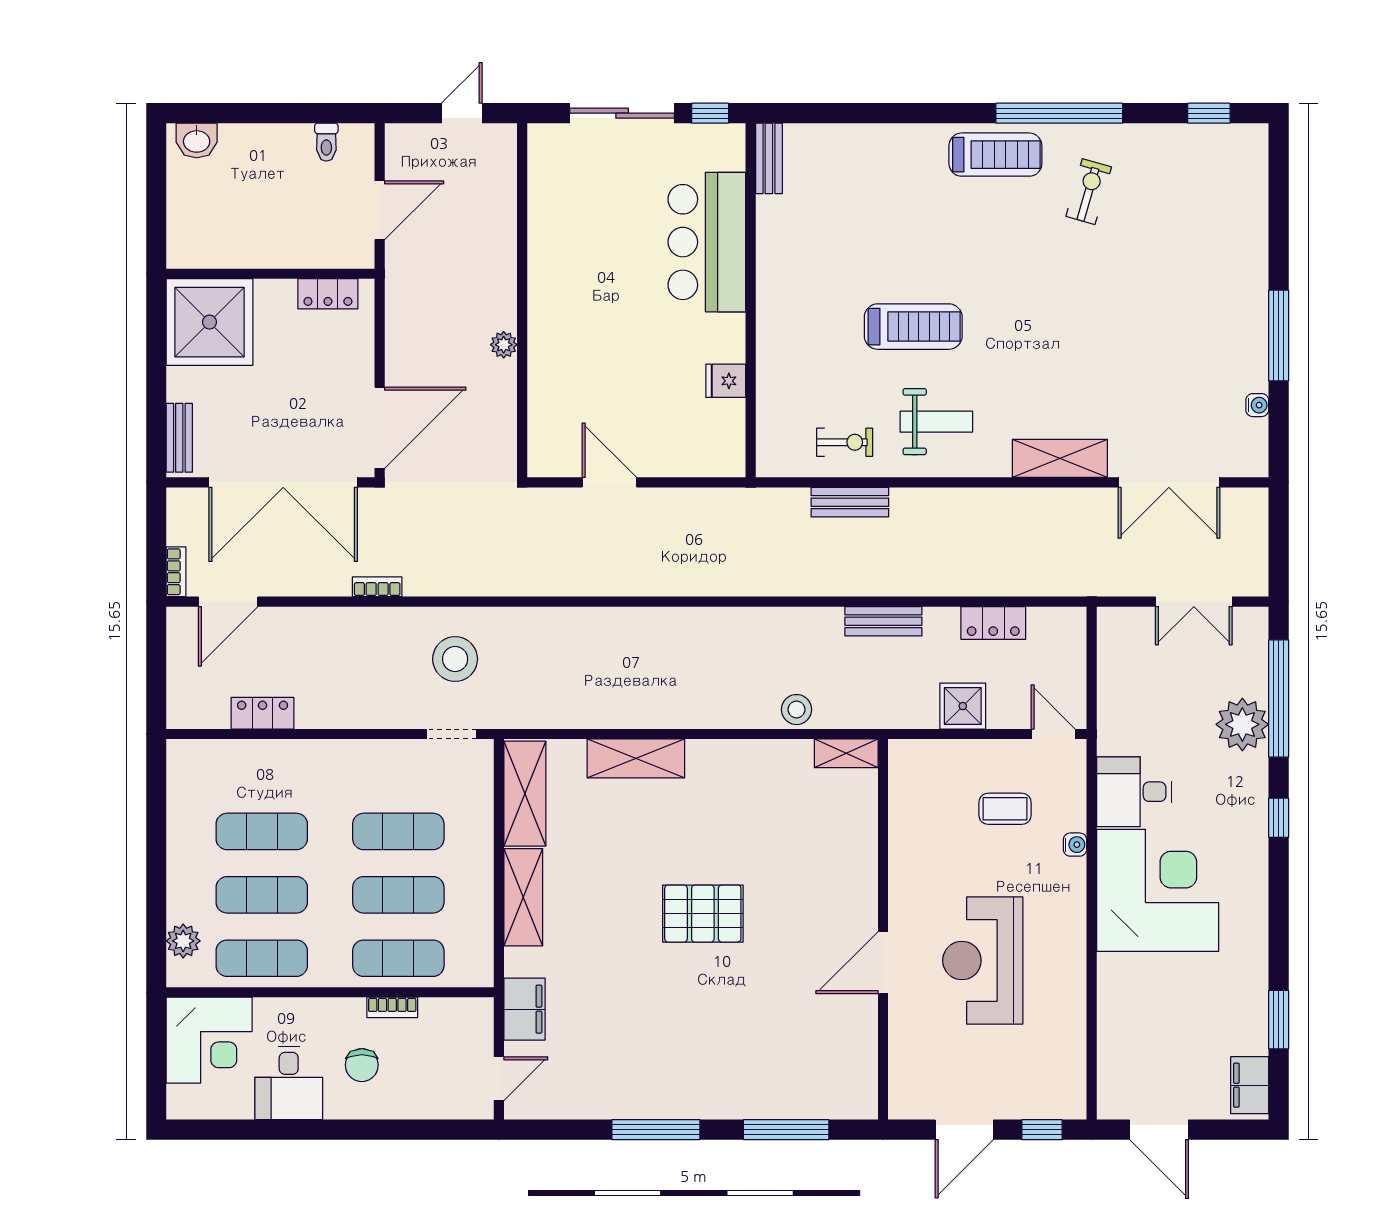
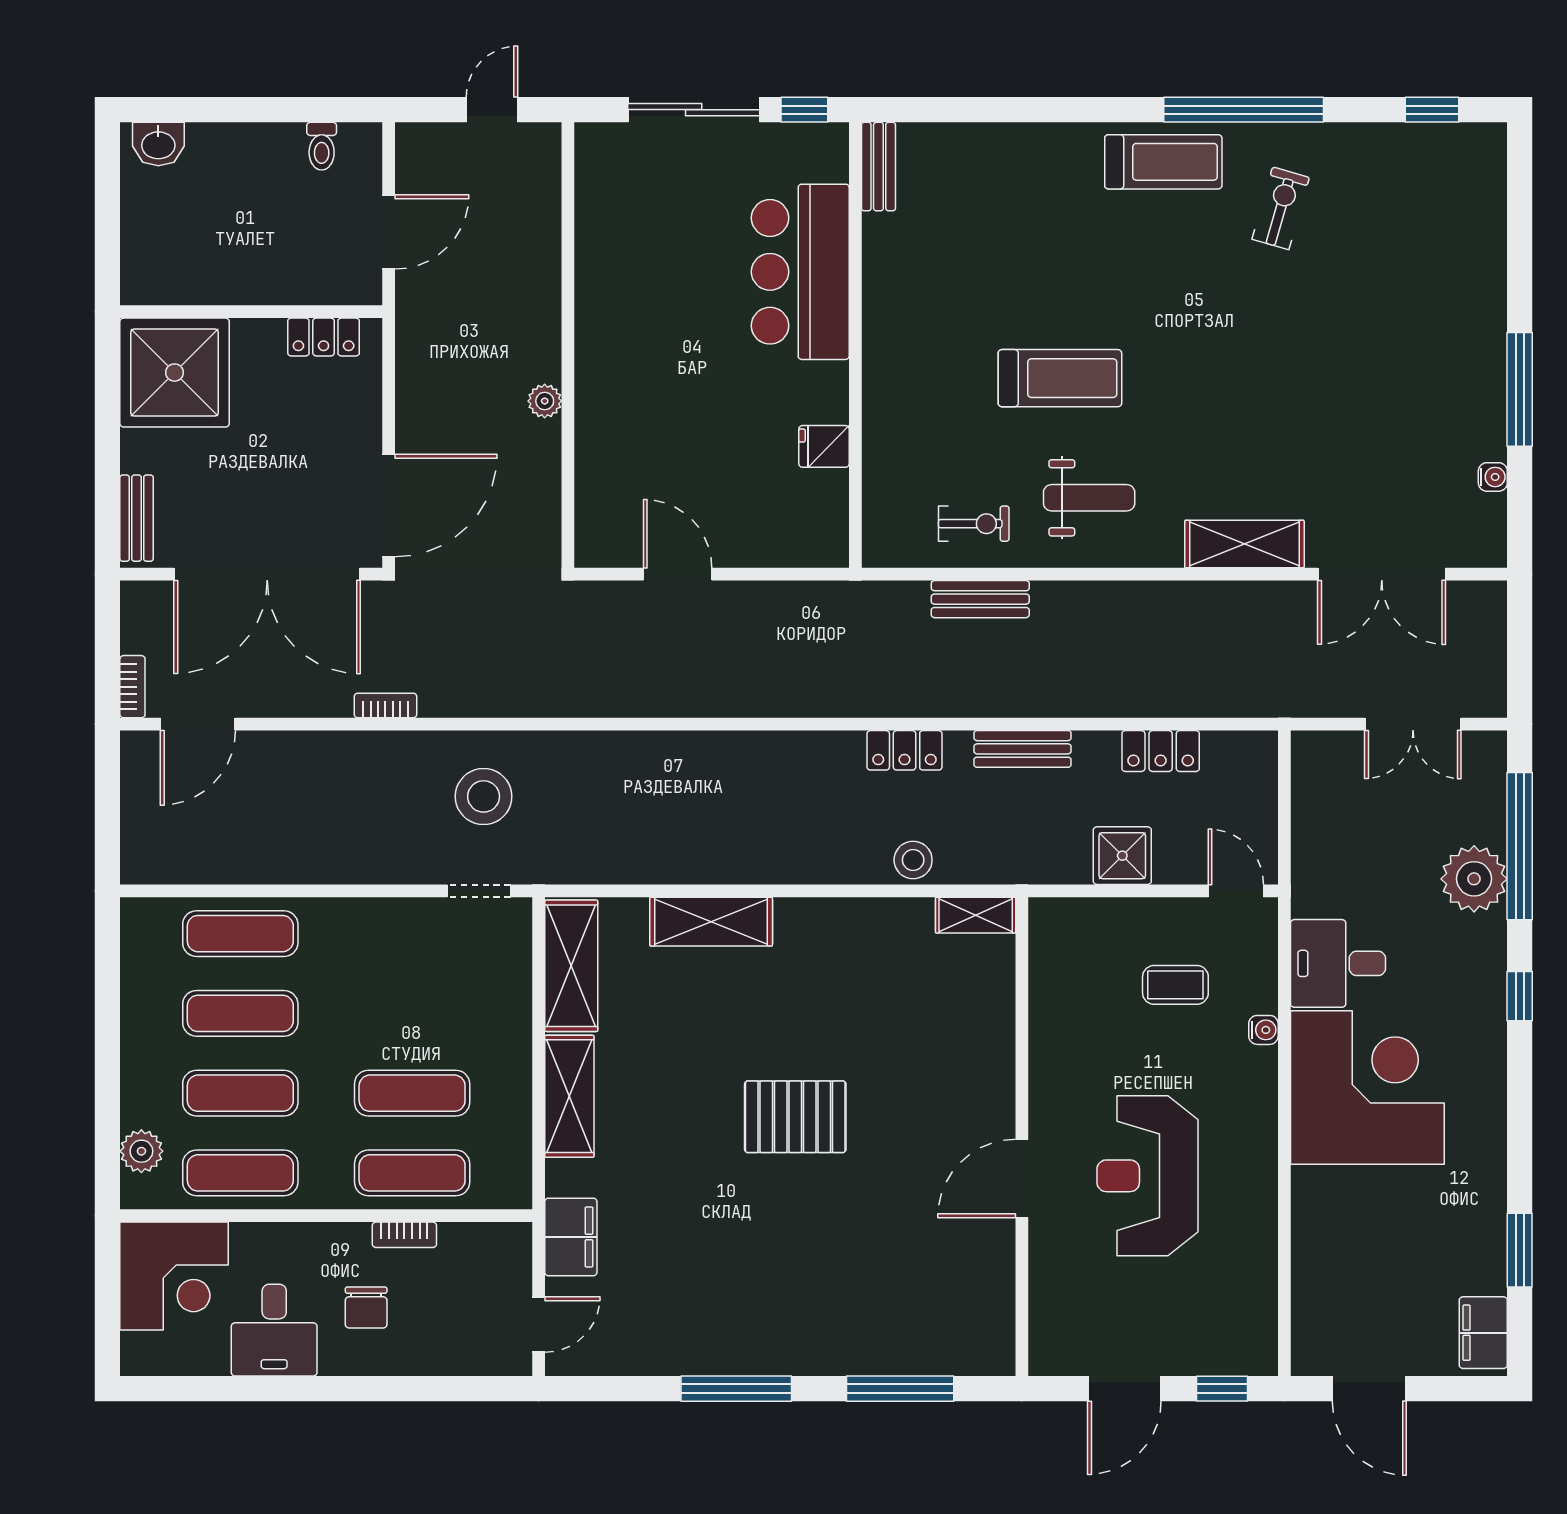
locker: (263, 713) -> (905, 750), moved, turned 180
exercise mat: (398, 831) -> (240, 934), moved

